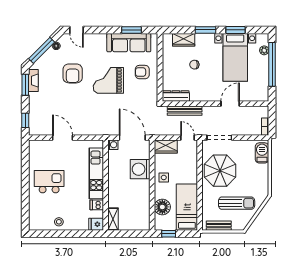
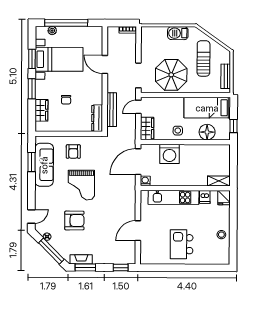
barbecue: (262, 153) -> (178, 33), moved

